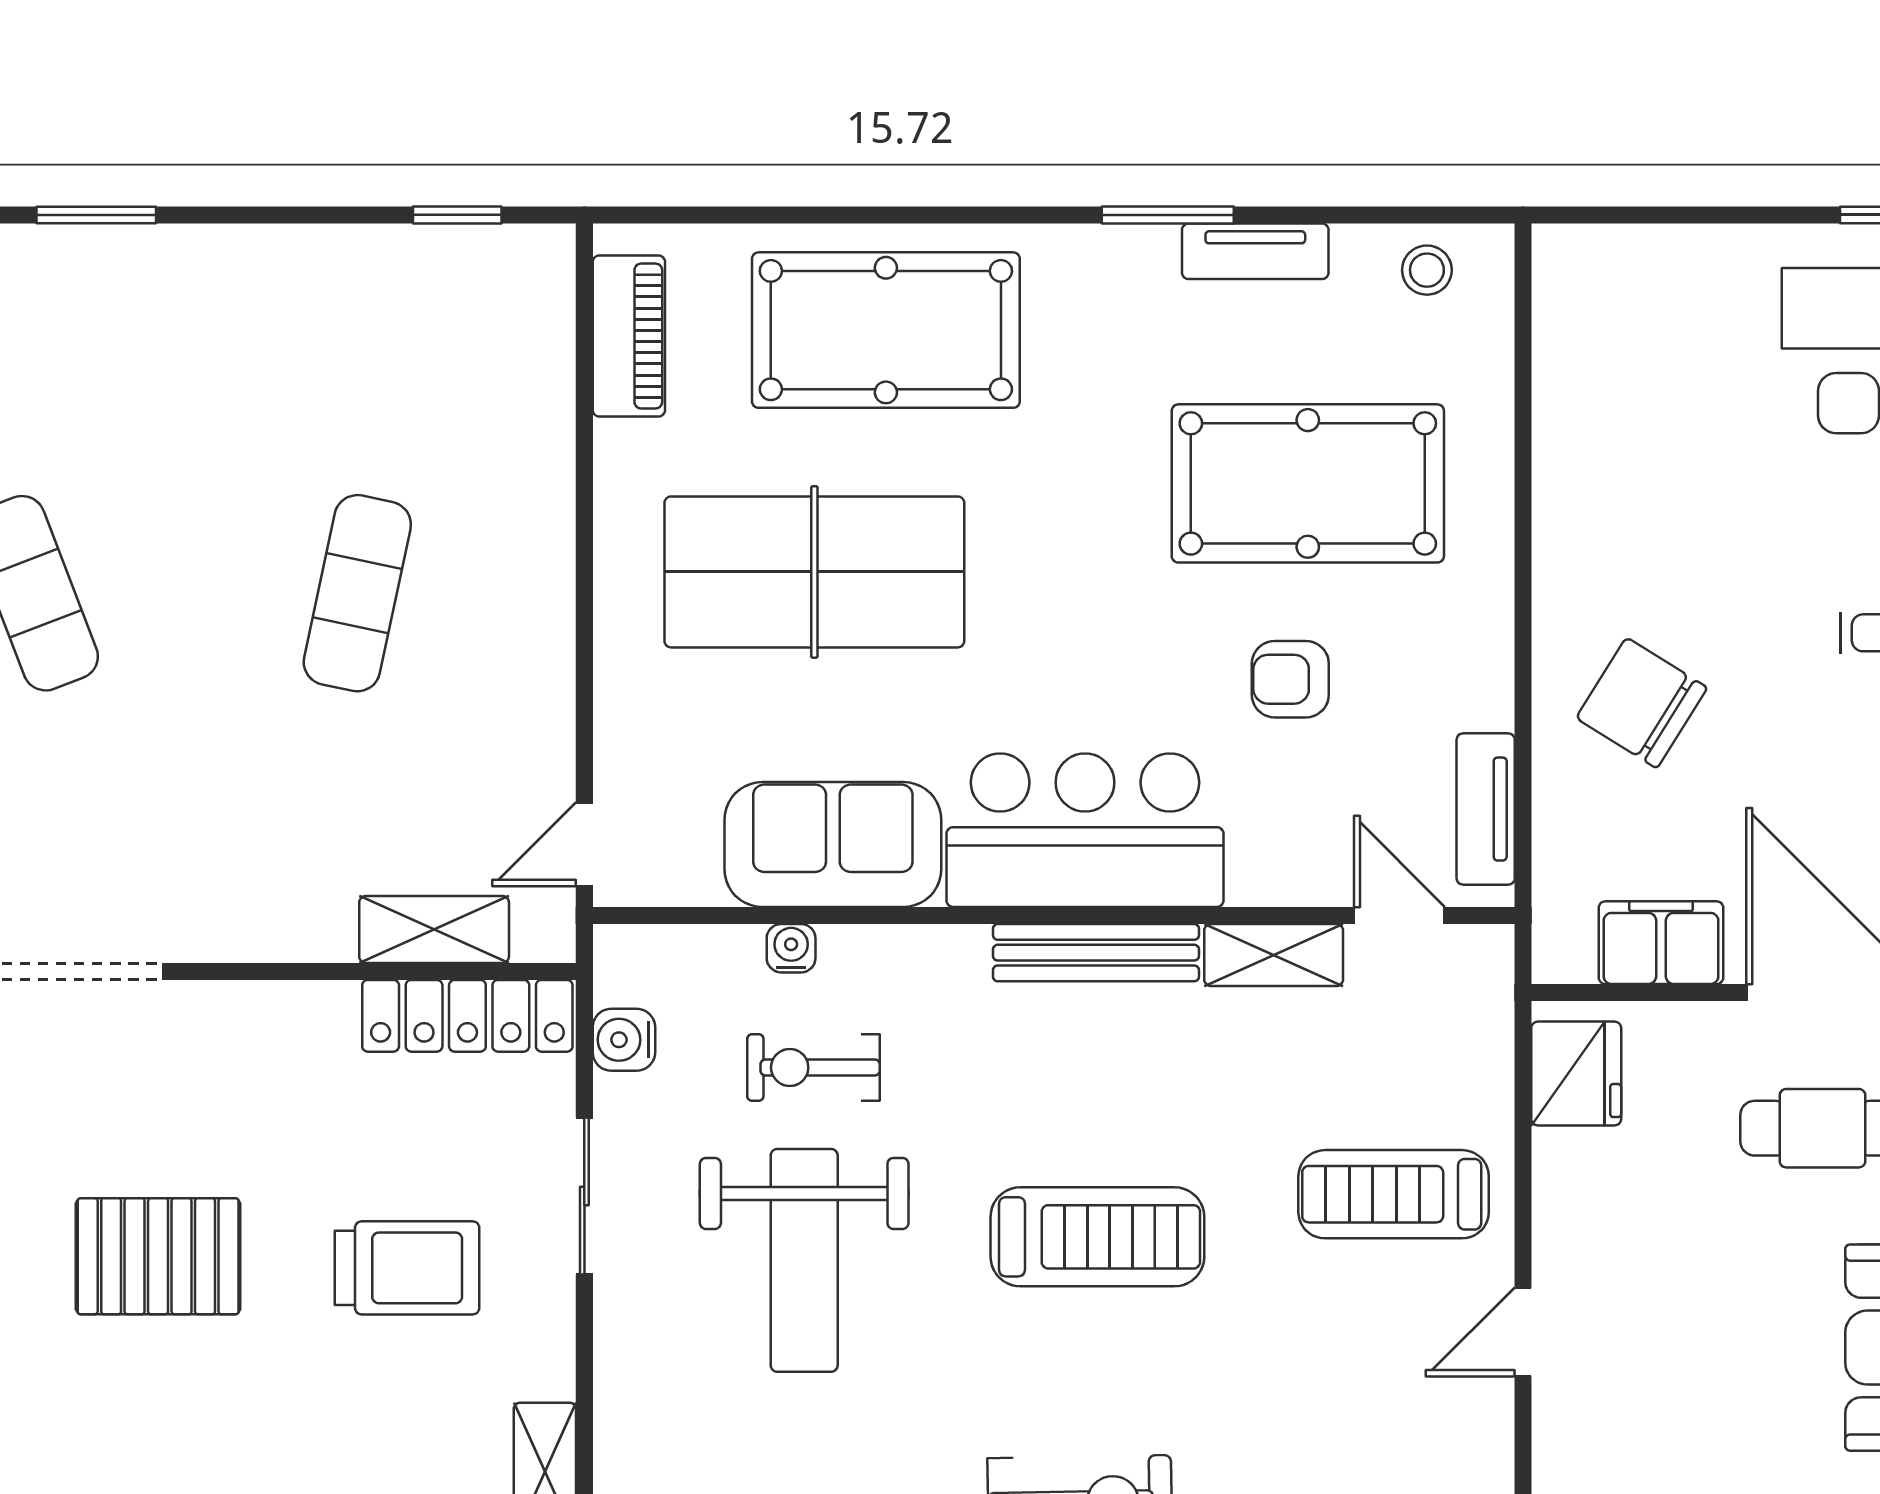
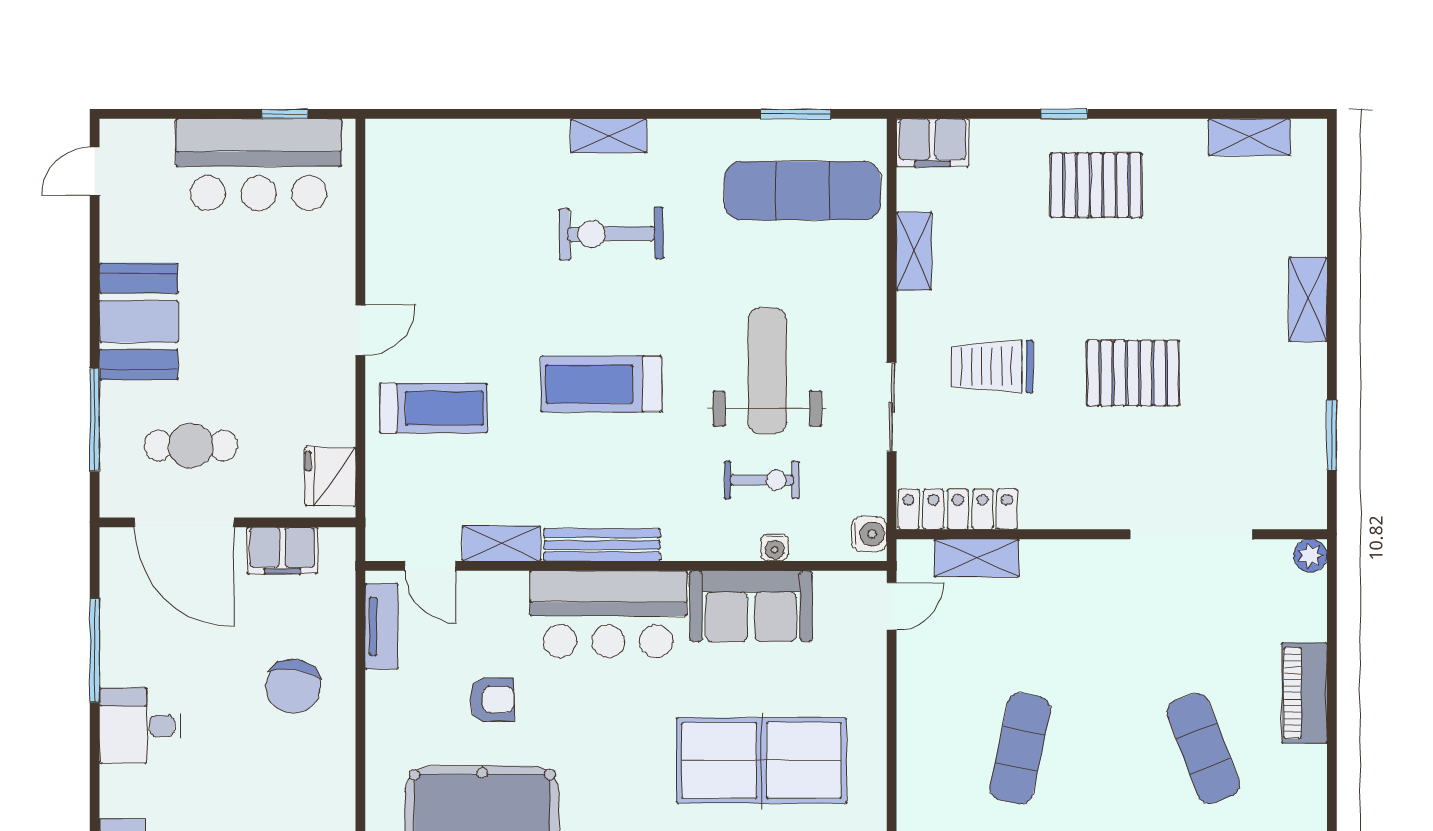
chair: (1642, 703) -> (293, 686), turned 66
water cooler: (624, 1040) -> (869, 534), moved

